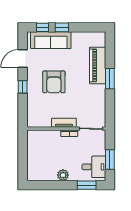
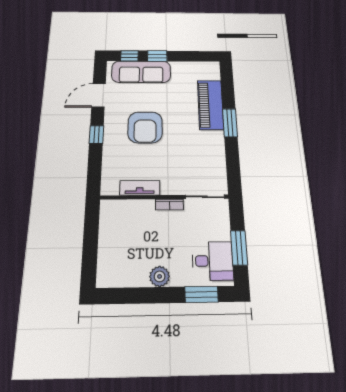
tv unit: (64, 123) -> (140, 188), moved

